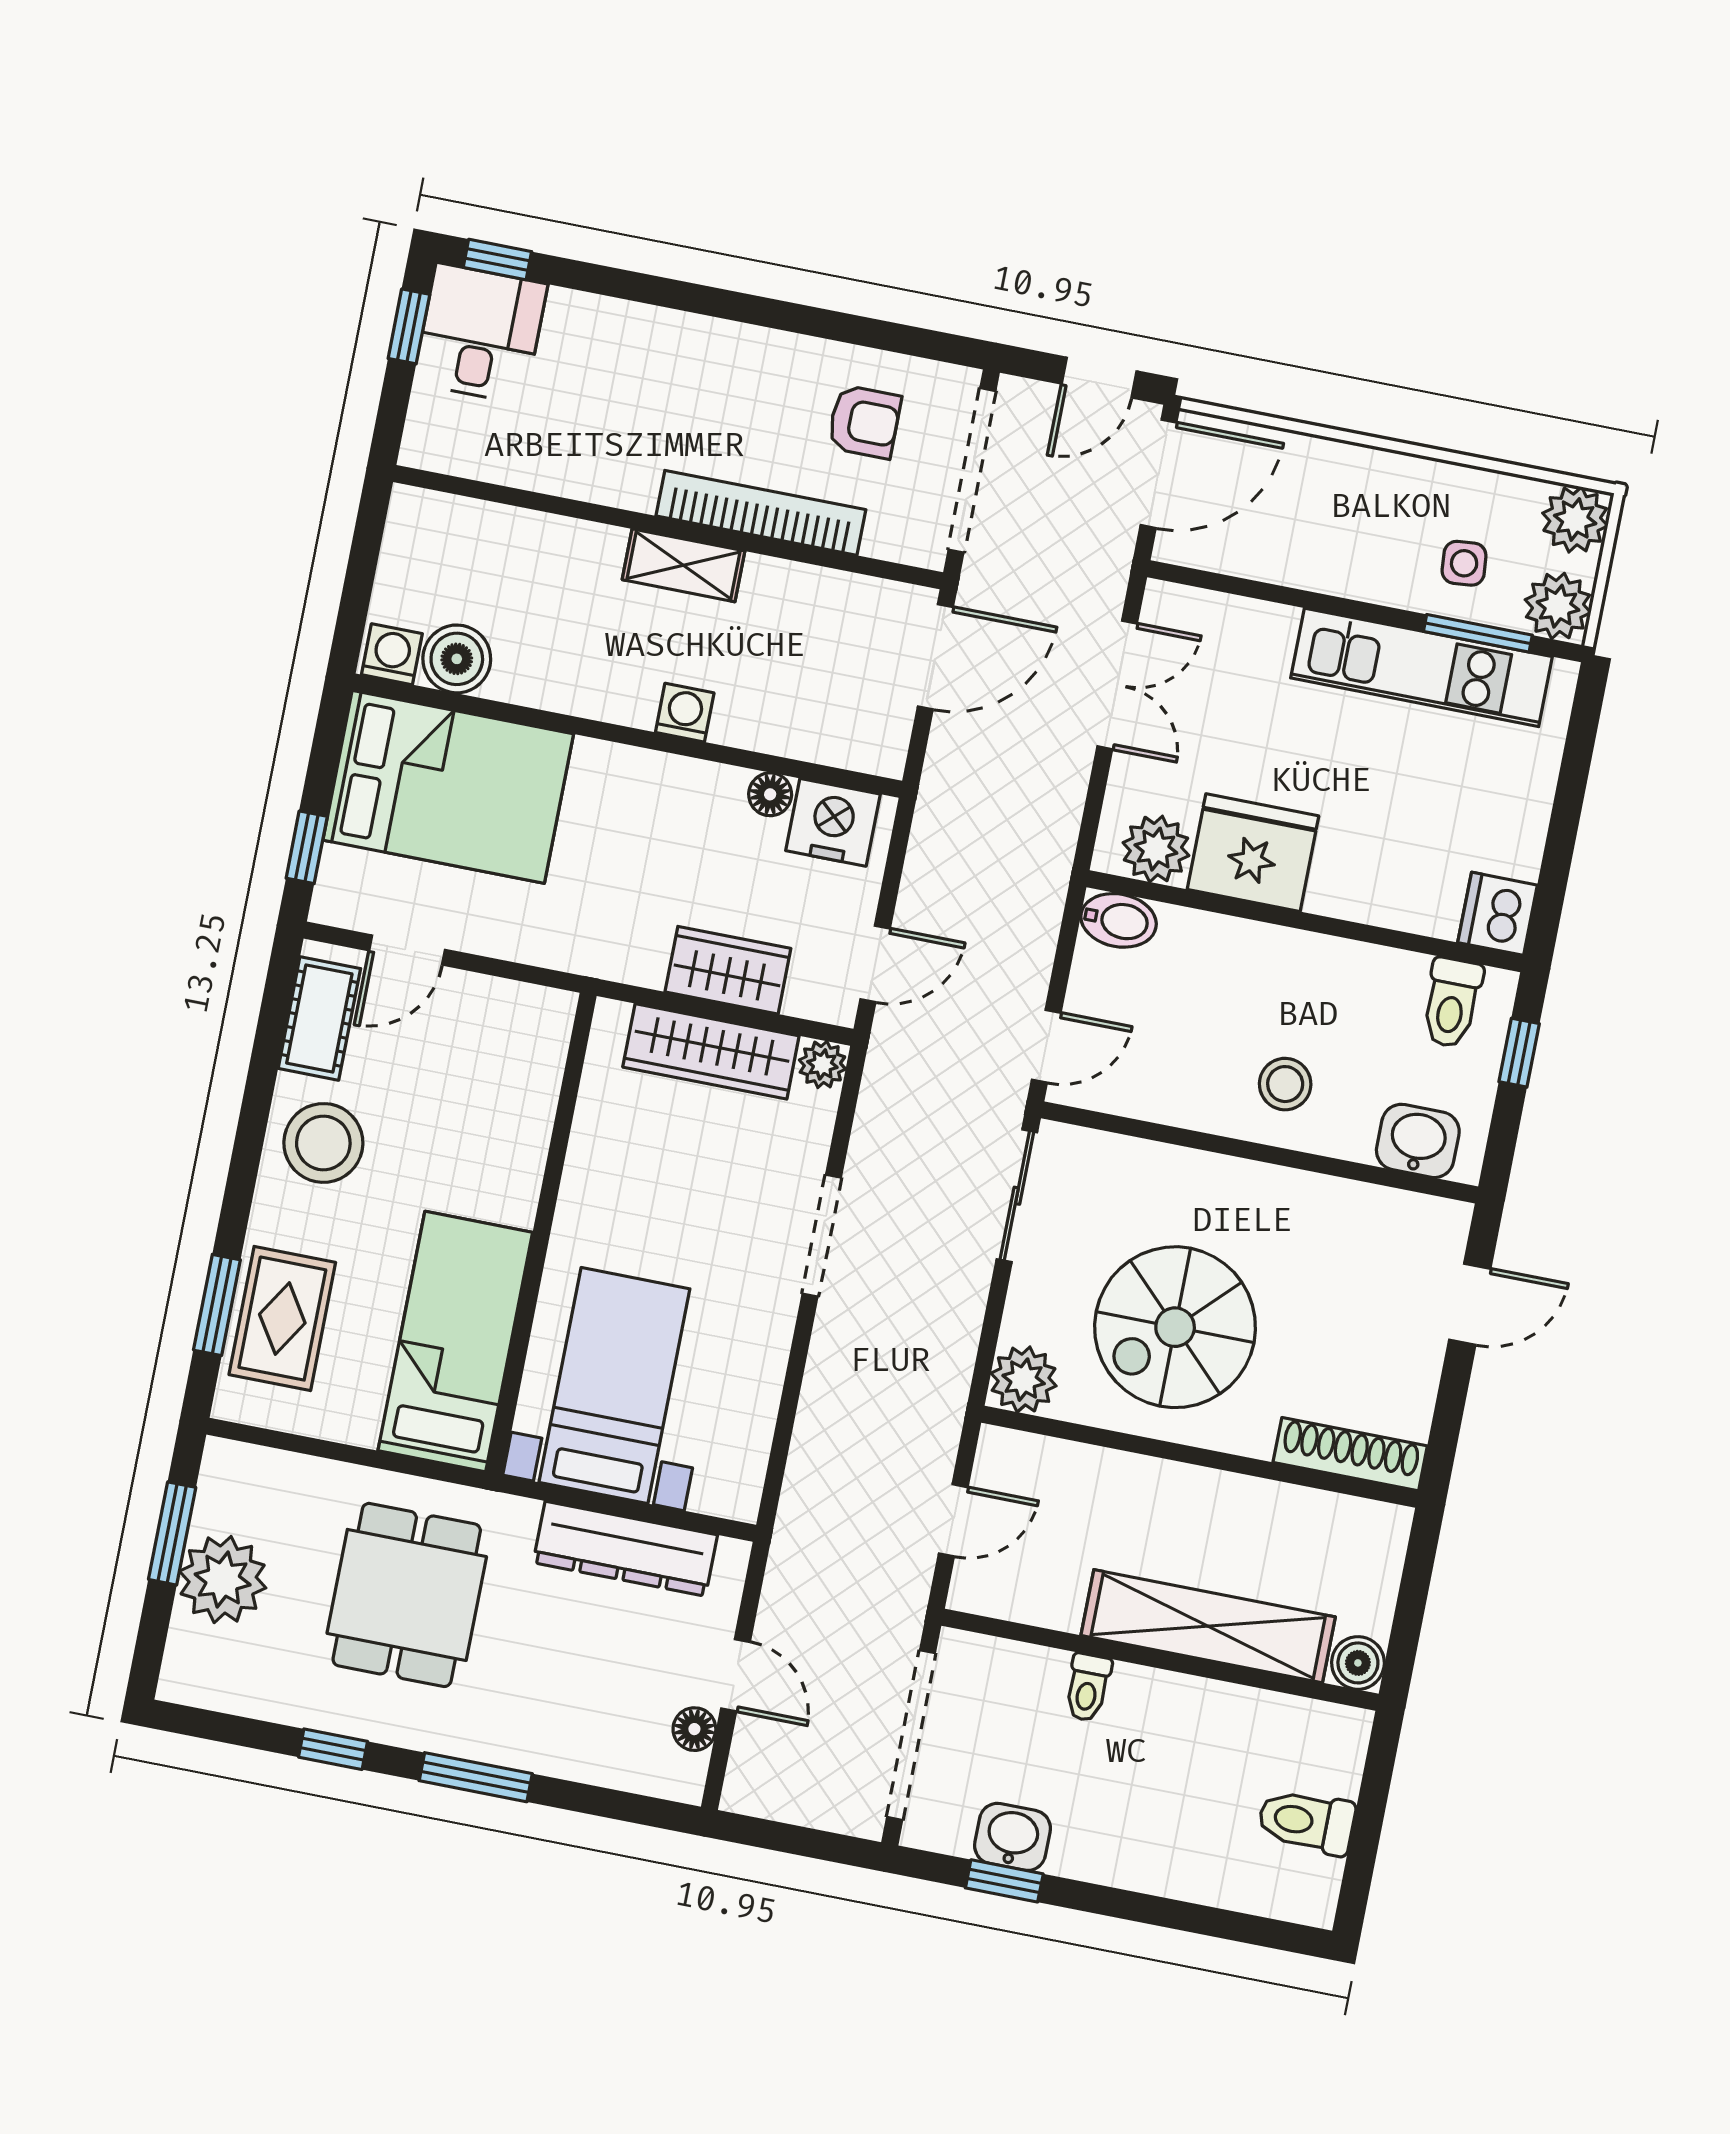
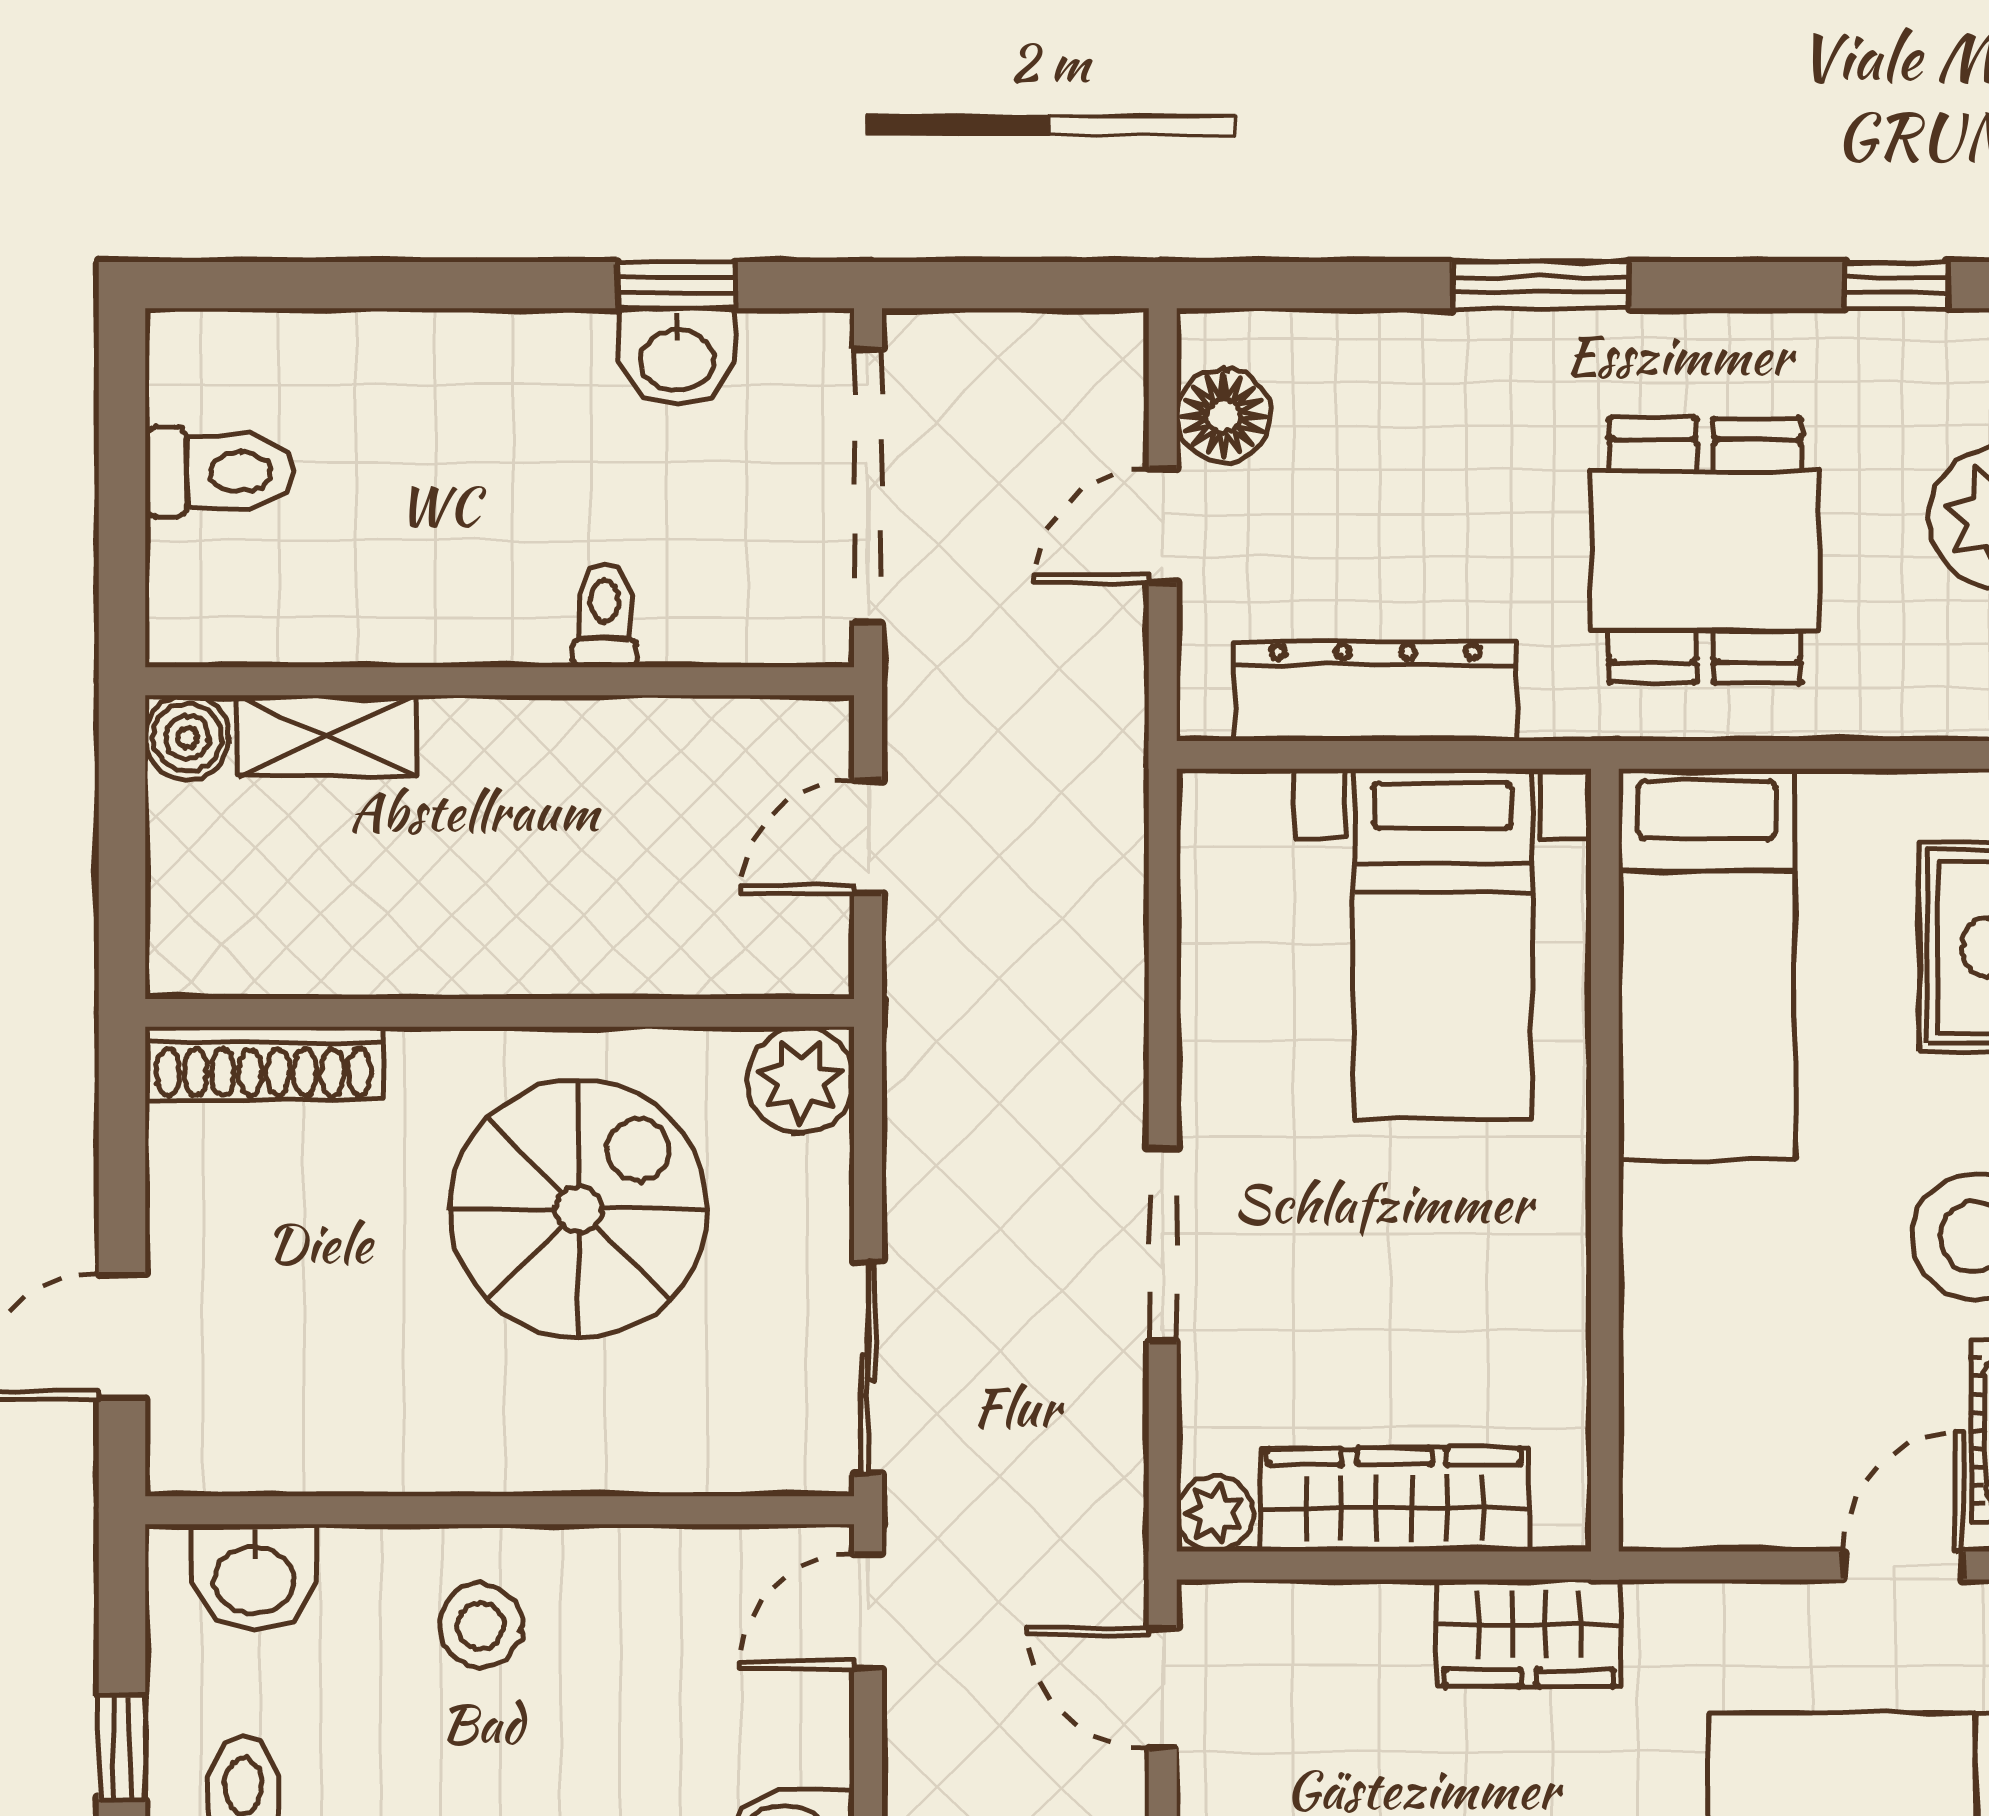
door: (875, 964) -> (1163, 1688), hinge flipped
wardrobe: (728, 970) -> (1529, 1633), moved
shelving: (1208, 1626) -> (327, 735), width x0.45, depth x0.75
door: (736, 1675) -> (1163, 526), hinge flipped
floor lamp: (694, 1729) -> (1224, 416), width x1.37, depth x1.37
window: (333, 1749) -> (1897, 285), moved

